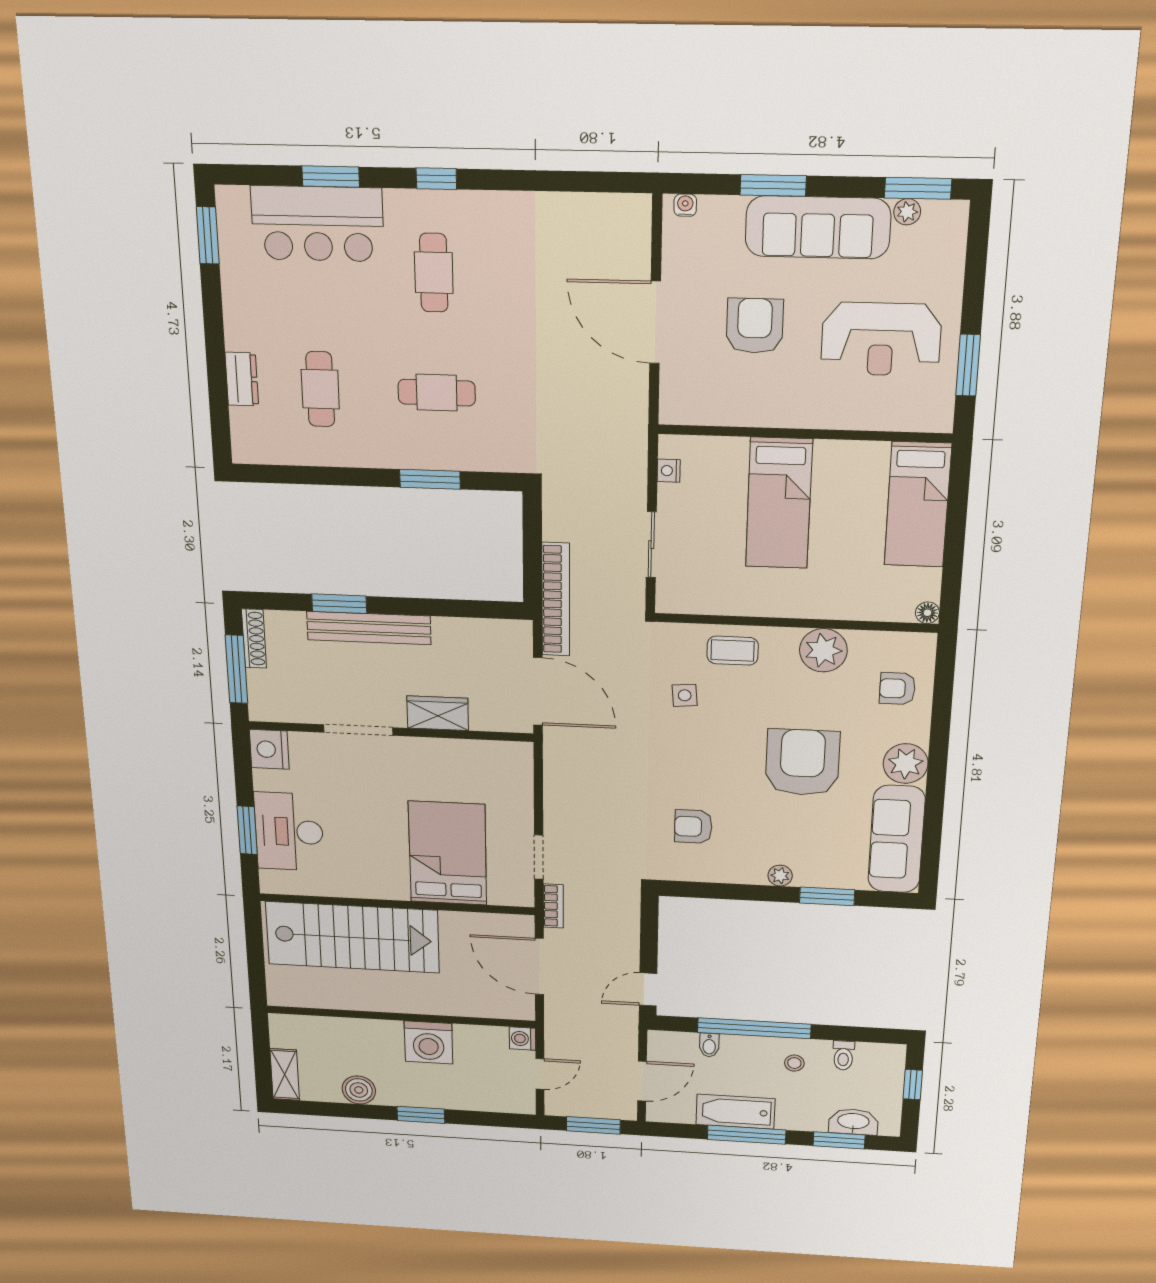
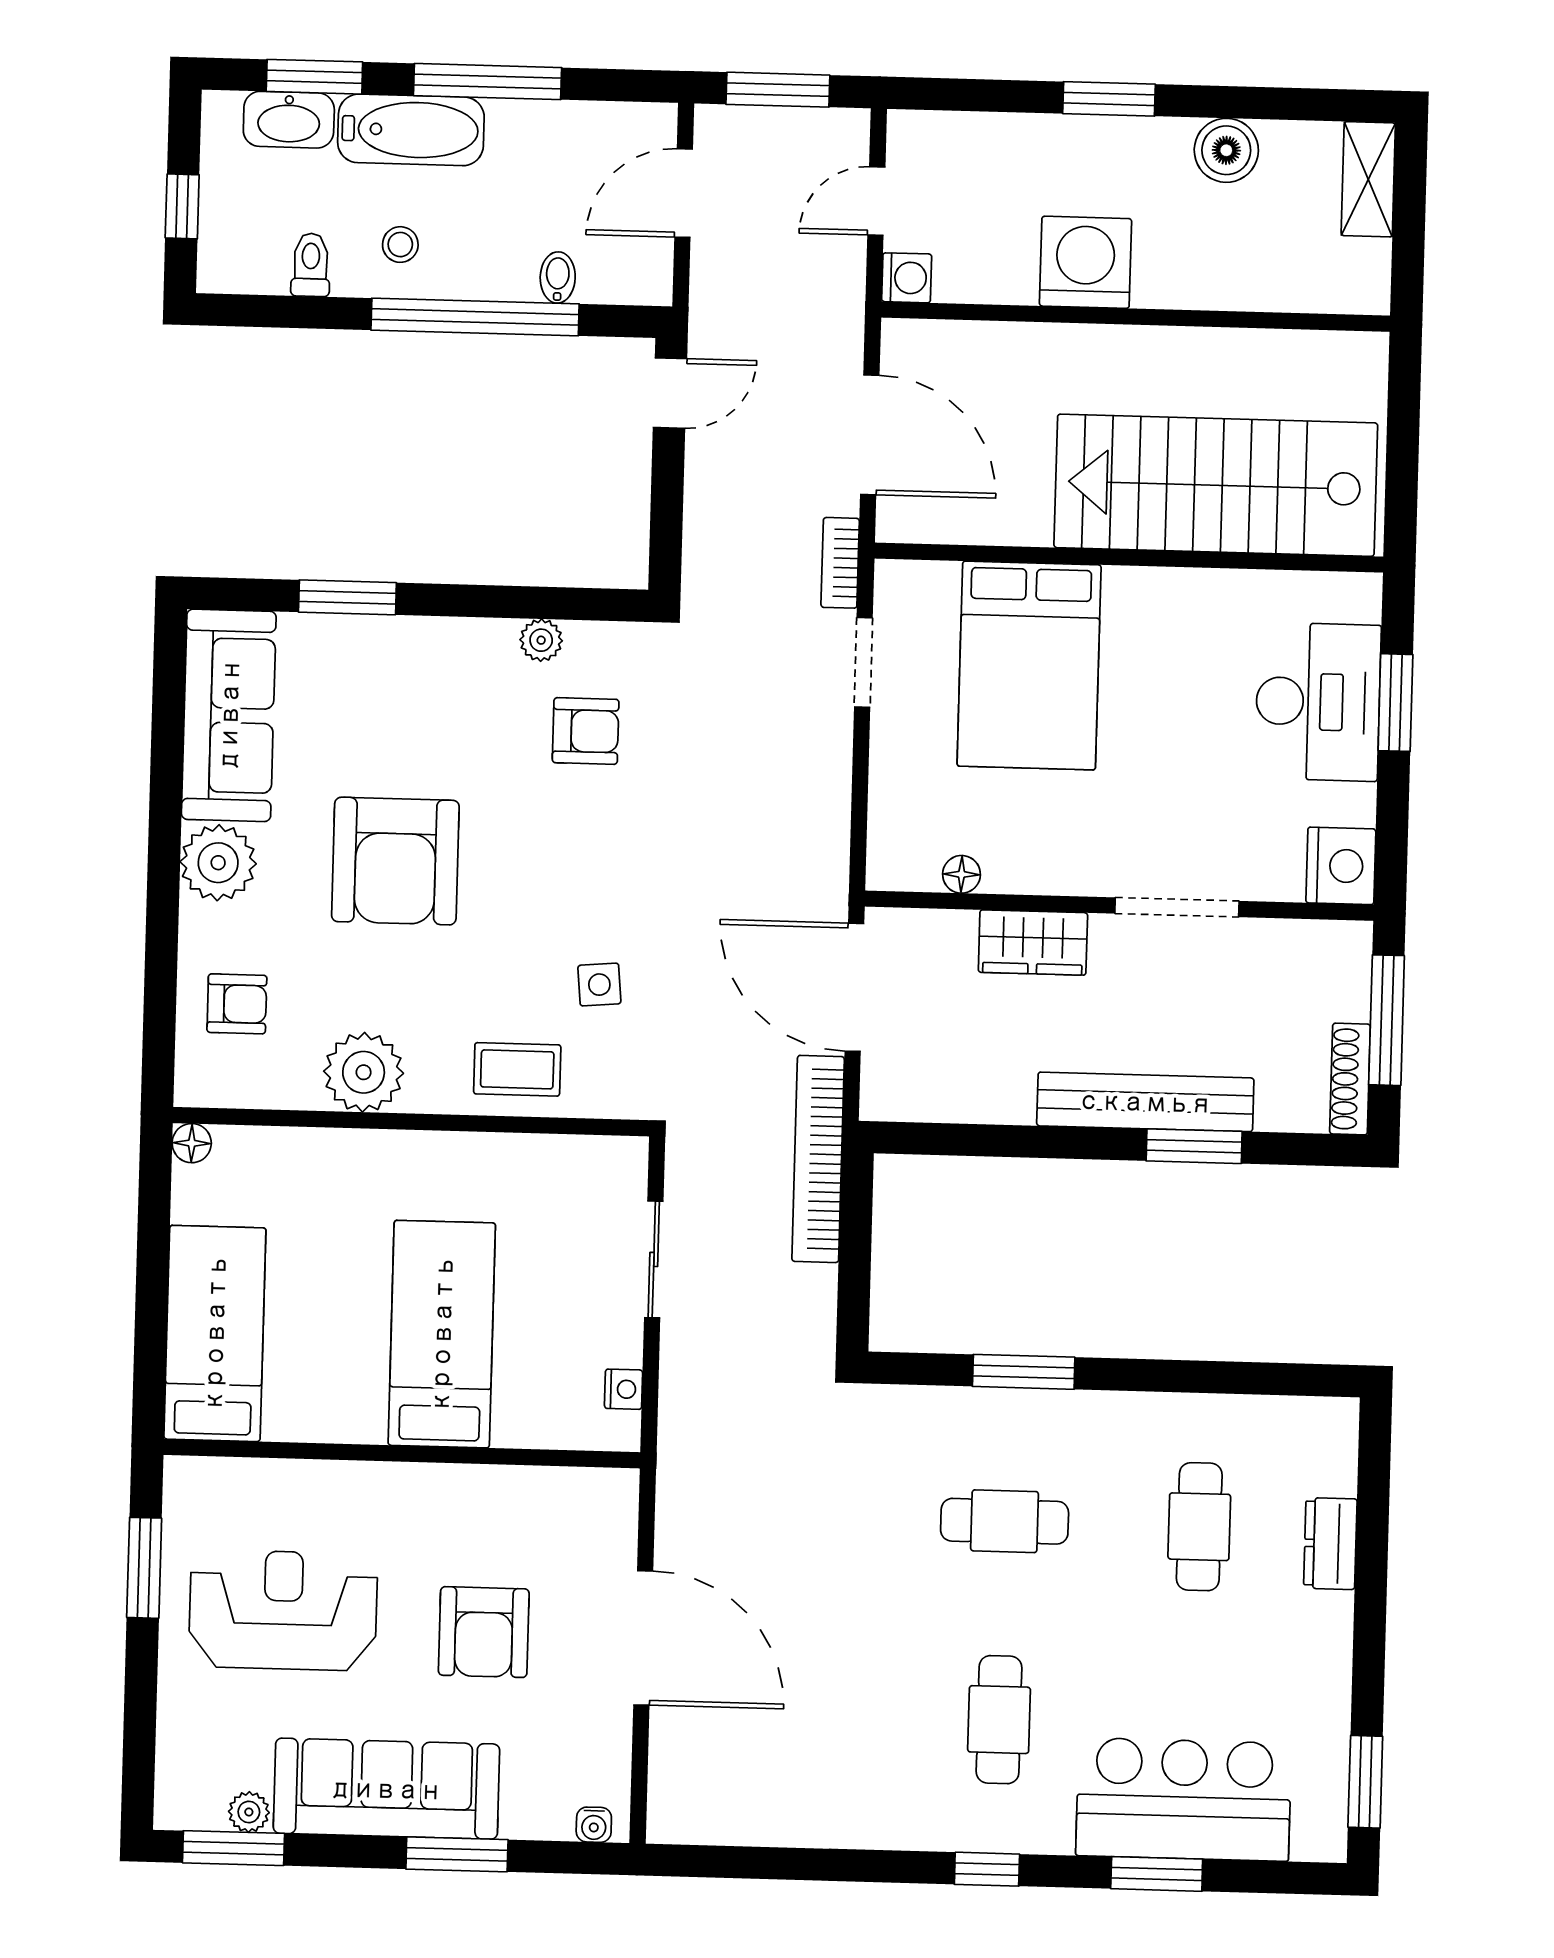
floor lamp: (480, 749) -> (962, 874), added
plant: (780, 876) -> (541, 640), moved
bathtub: (735, 1112) -> (411, 130), moved

